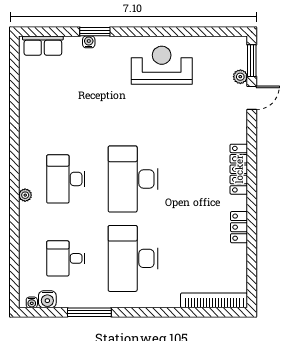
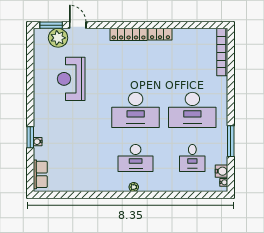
reception desk: (162, 65) -> (71, 79), moved
plant: (240, 77) -> (58, 38), width x1.87, depth x1.87
plant: (25, 195) -> (134, 187), moved
locker: (239, 227) -> (160, 34), moved

